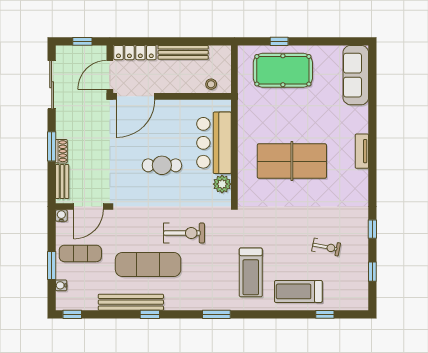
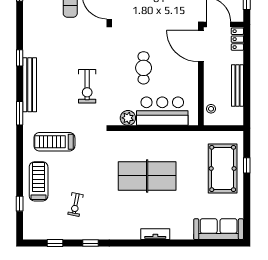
locker: (135, 53) -> (237, 39), width x0.66
table tennis table: (292, 161) -> (147, 176), turned 90
exercise mat: (148, 264) -> (61, 56), removed
bench: (131, 302) -> (30, 85), moved

